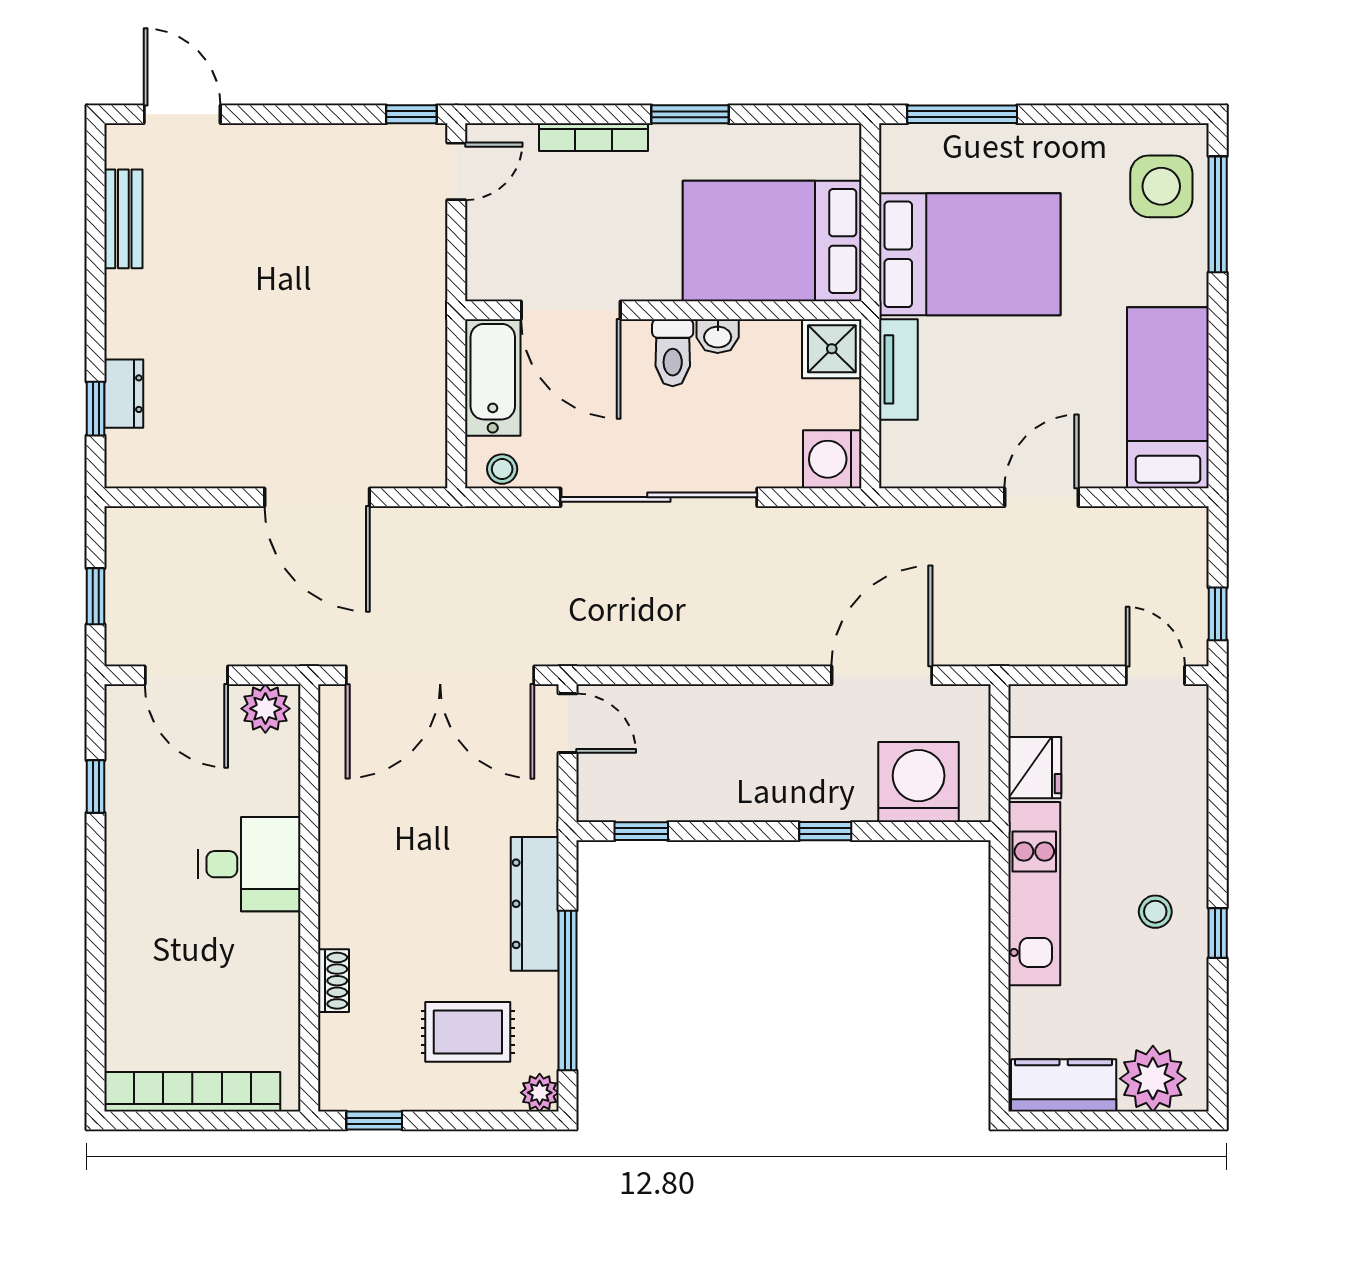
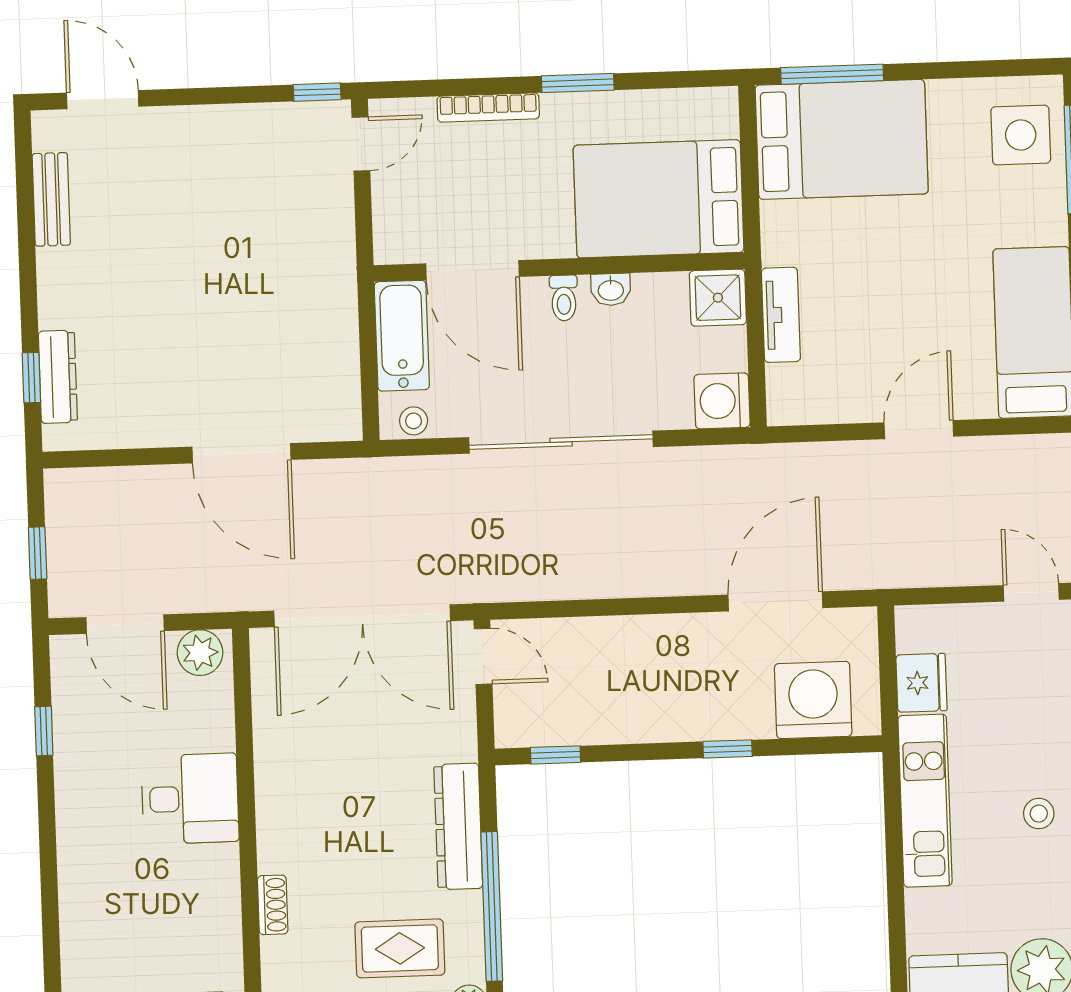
bed: (970, 254) -> (842, 139), moved
toilet: (673, 353) -> (564, 298), width x0.73, depth x0.72
dresser: (124, 394) -> (58, 377), width x1.44

